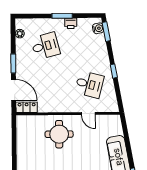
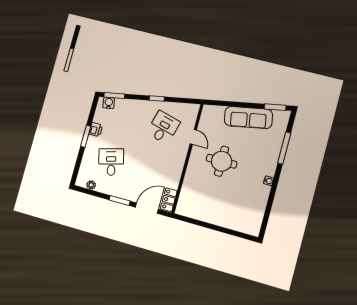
door: (88, 113) -> (193, 137), hinge flipped
round table: (59, 134) -> (222, 161), moved

